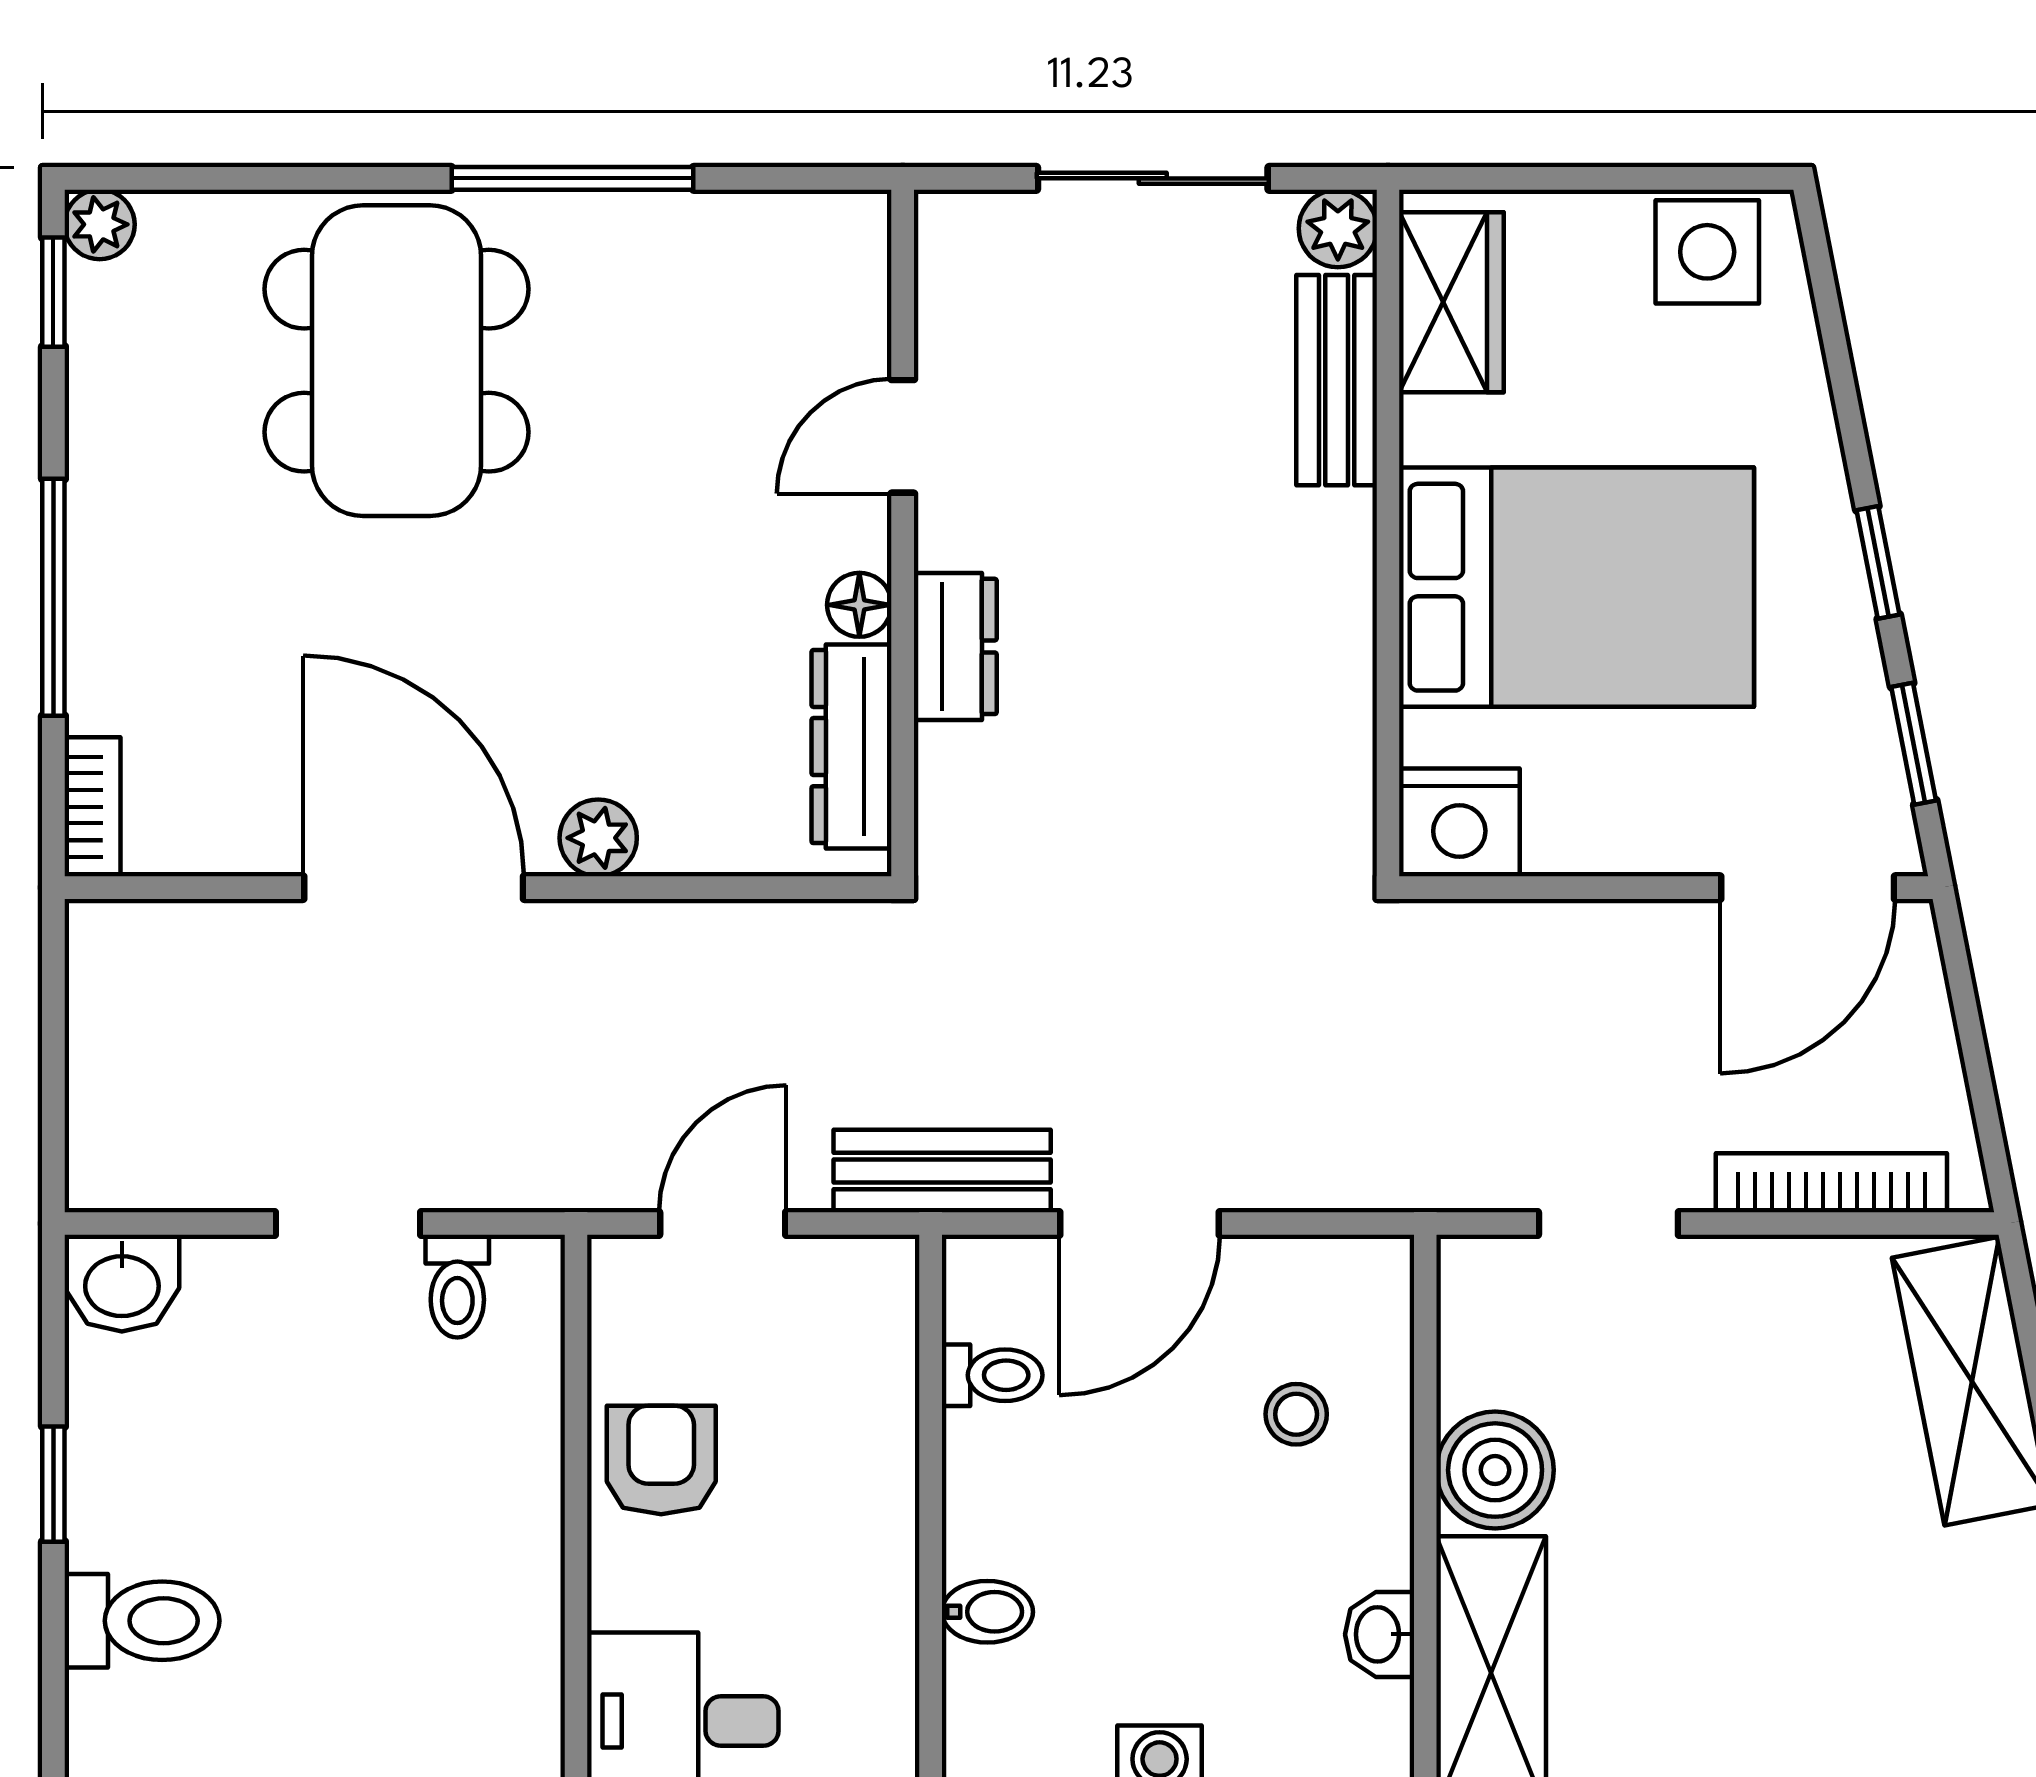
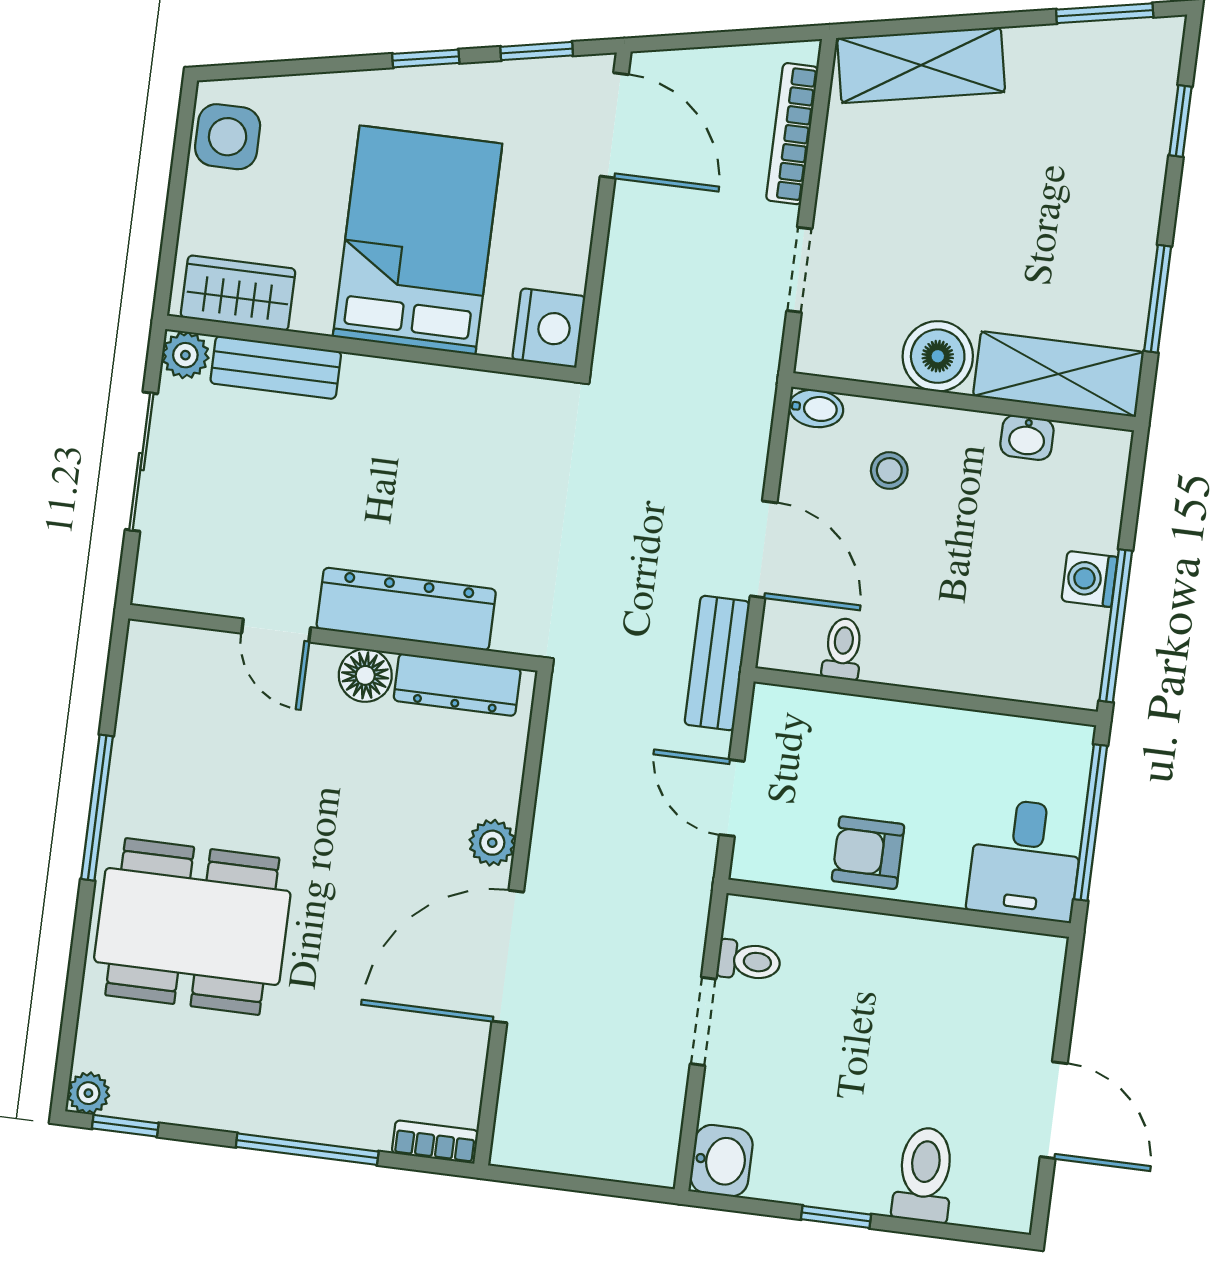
floor lamp: (859, 605) -> (365, 675), width x1.37, depth x1.37
dresser: (955, 646) -> (406, 609), width x1.96, depth x1.24
bidet: (987, 1612) -> (816, 408), moved, turned 90

